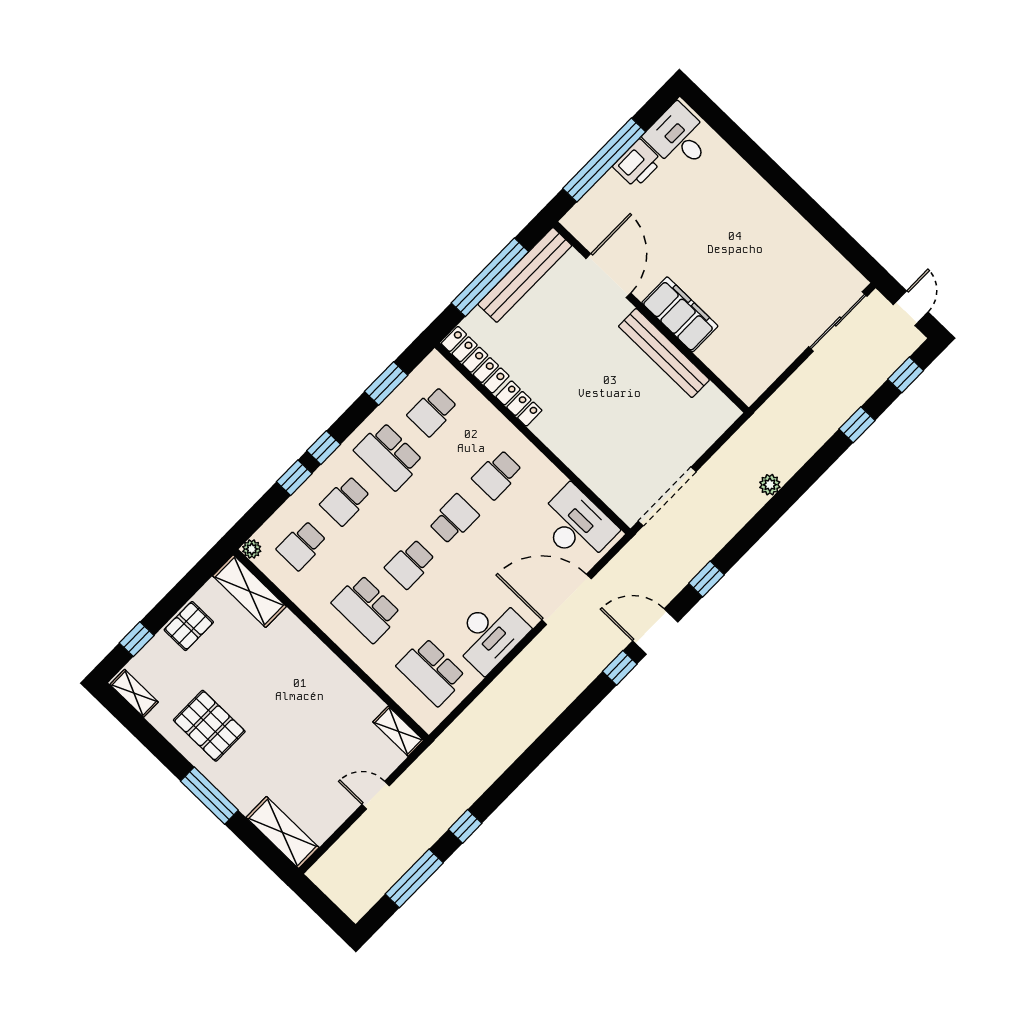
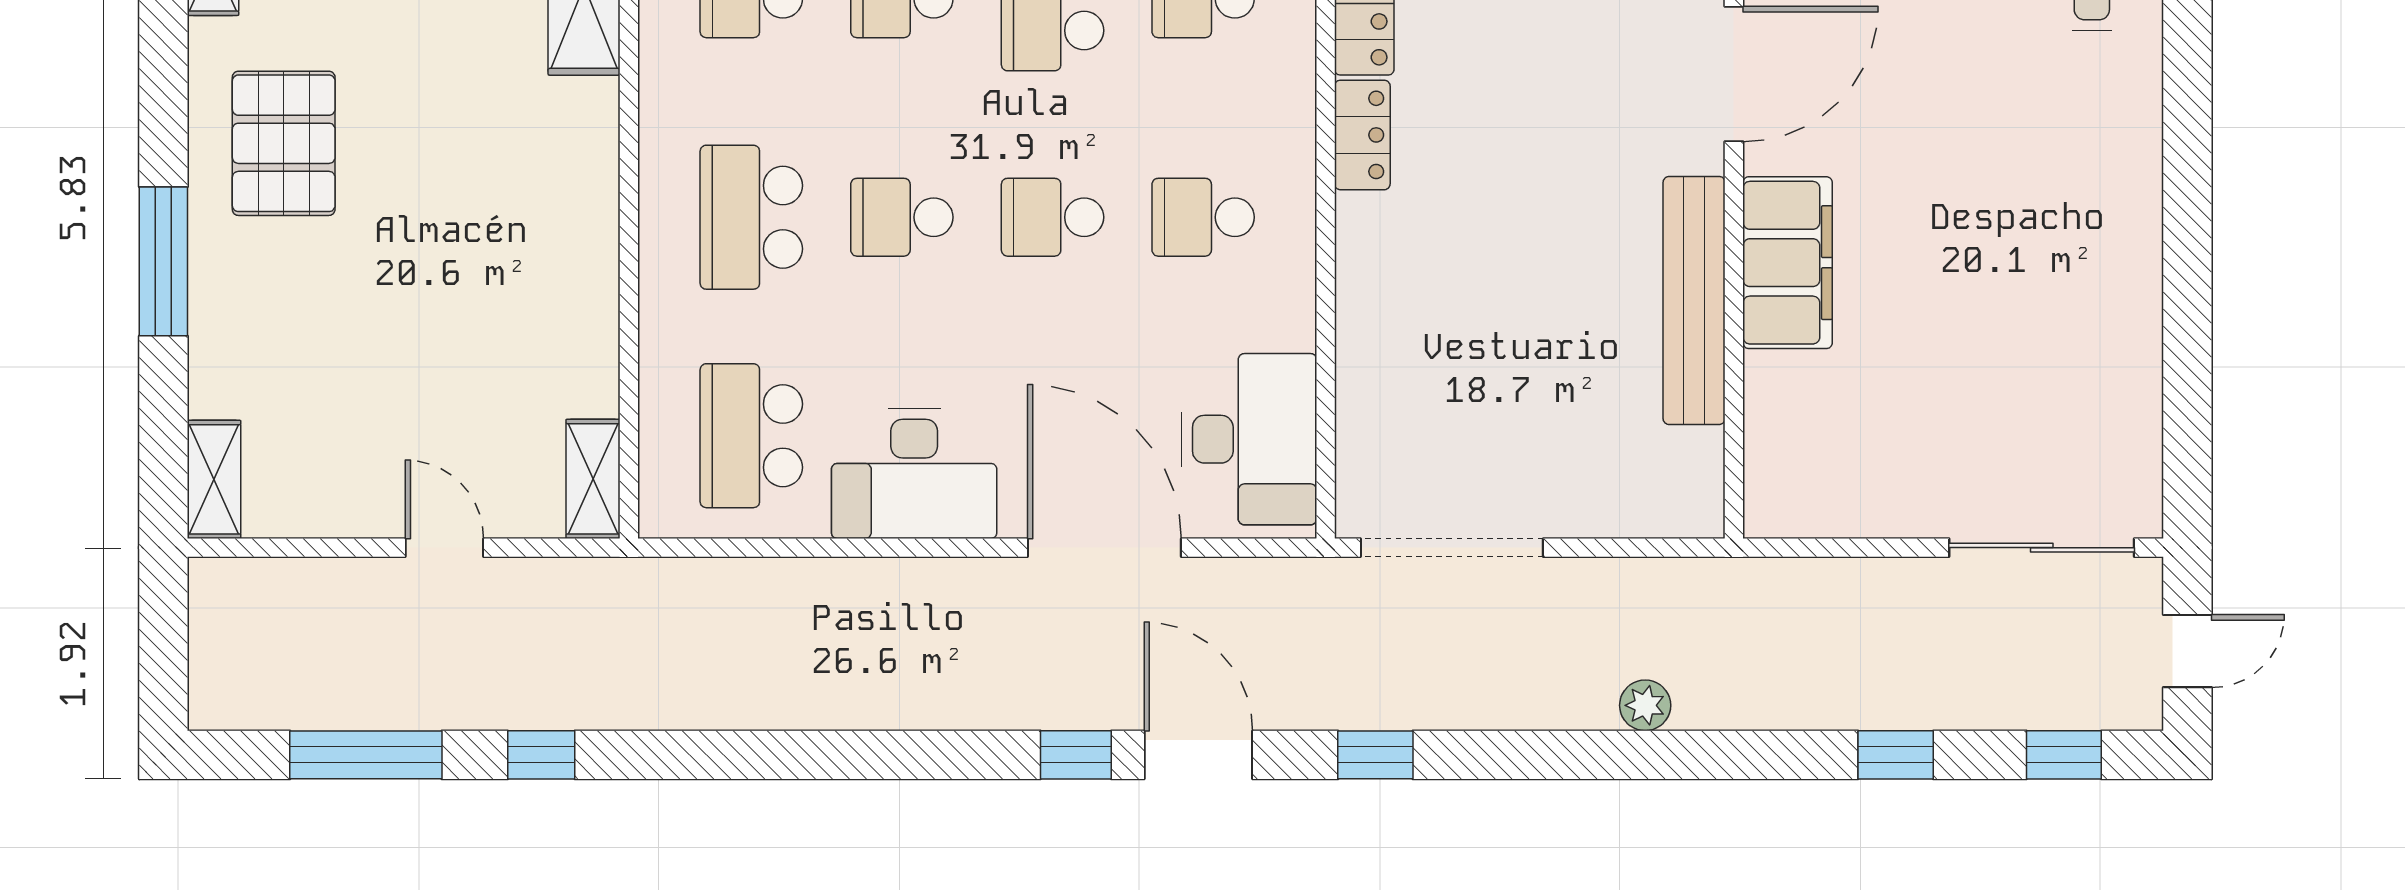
school desk: (454, 519) -> (1053, 217), turned 180
shelving: (283, 832) -> (214, 479), width x0.67, depth x0.75

